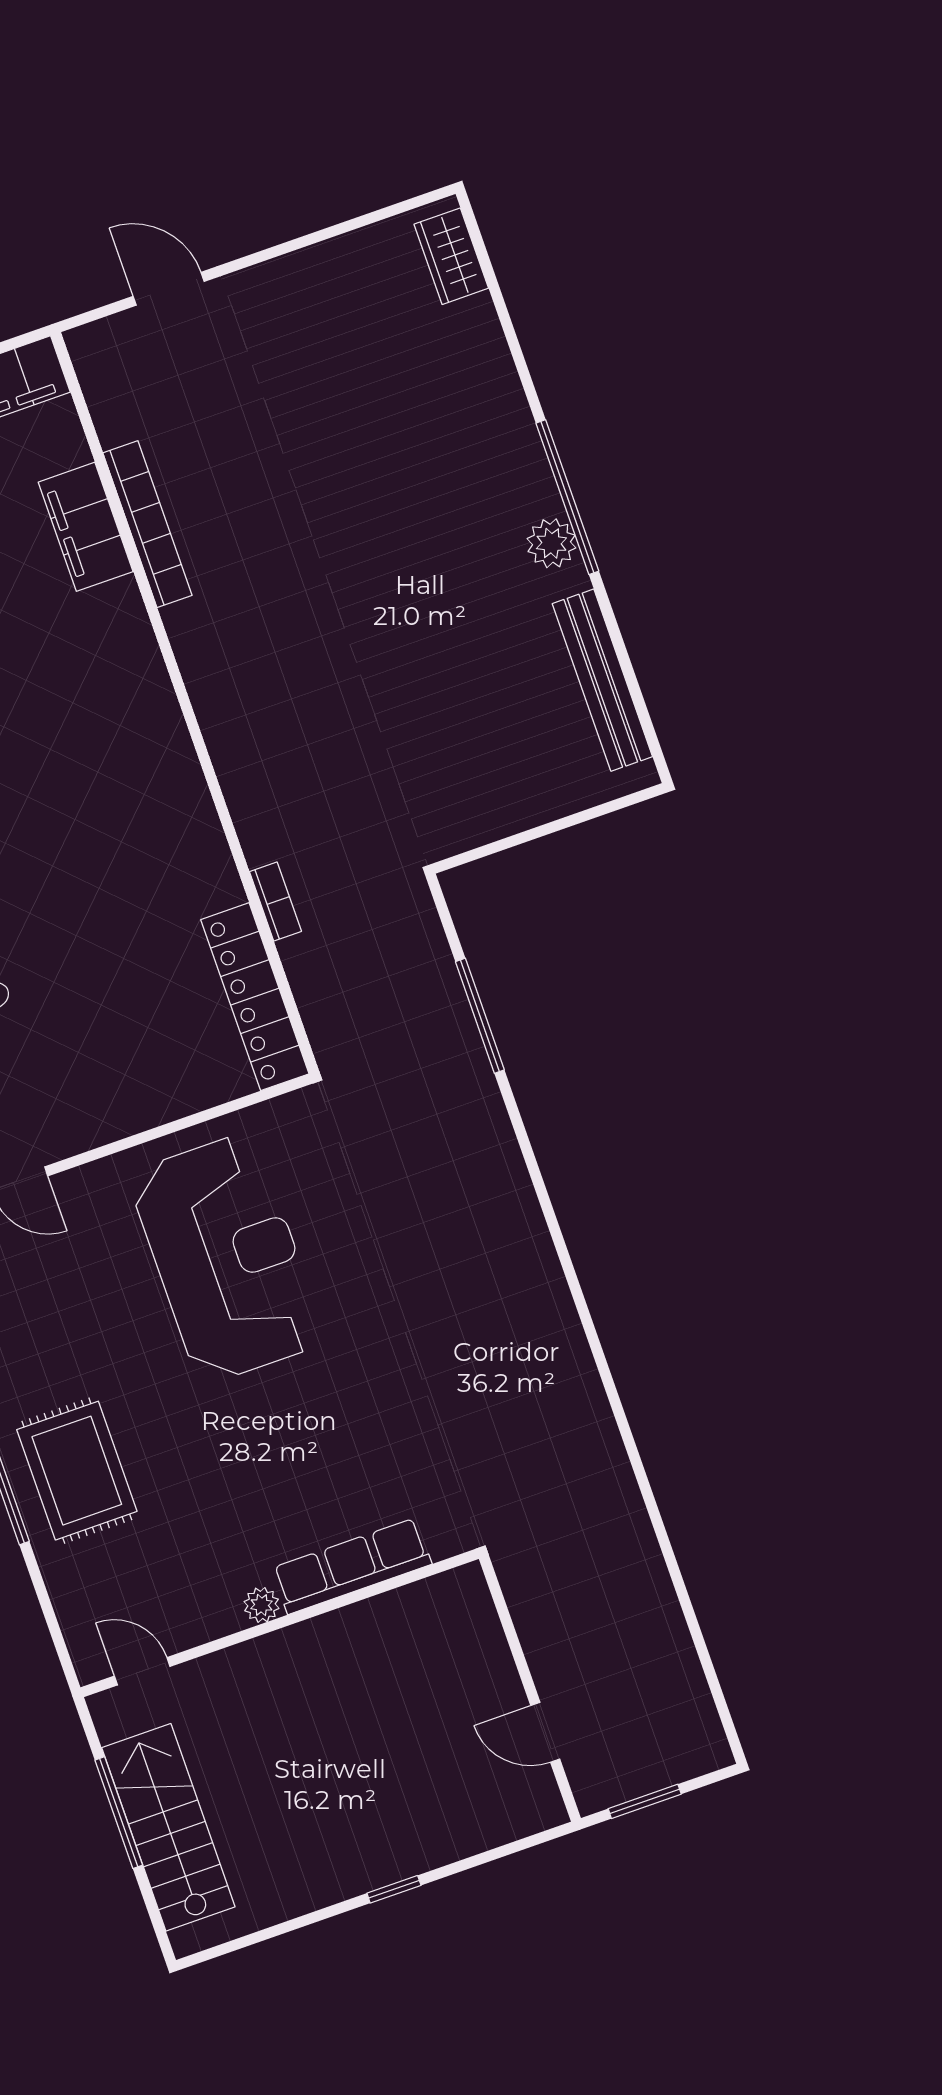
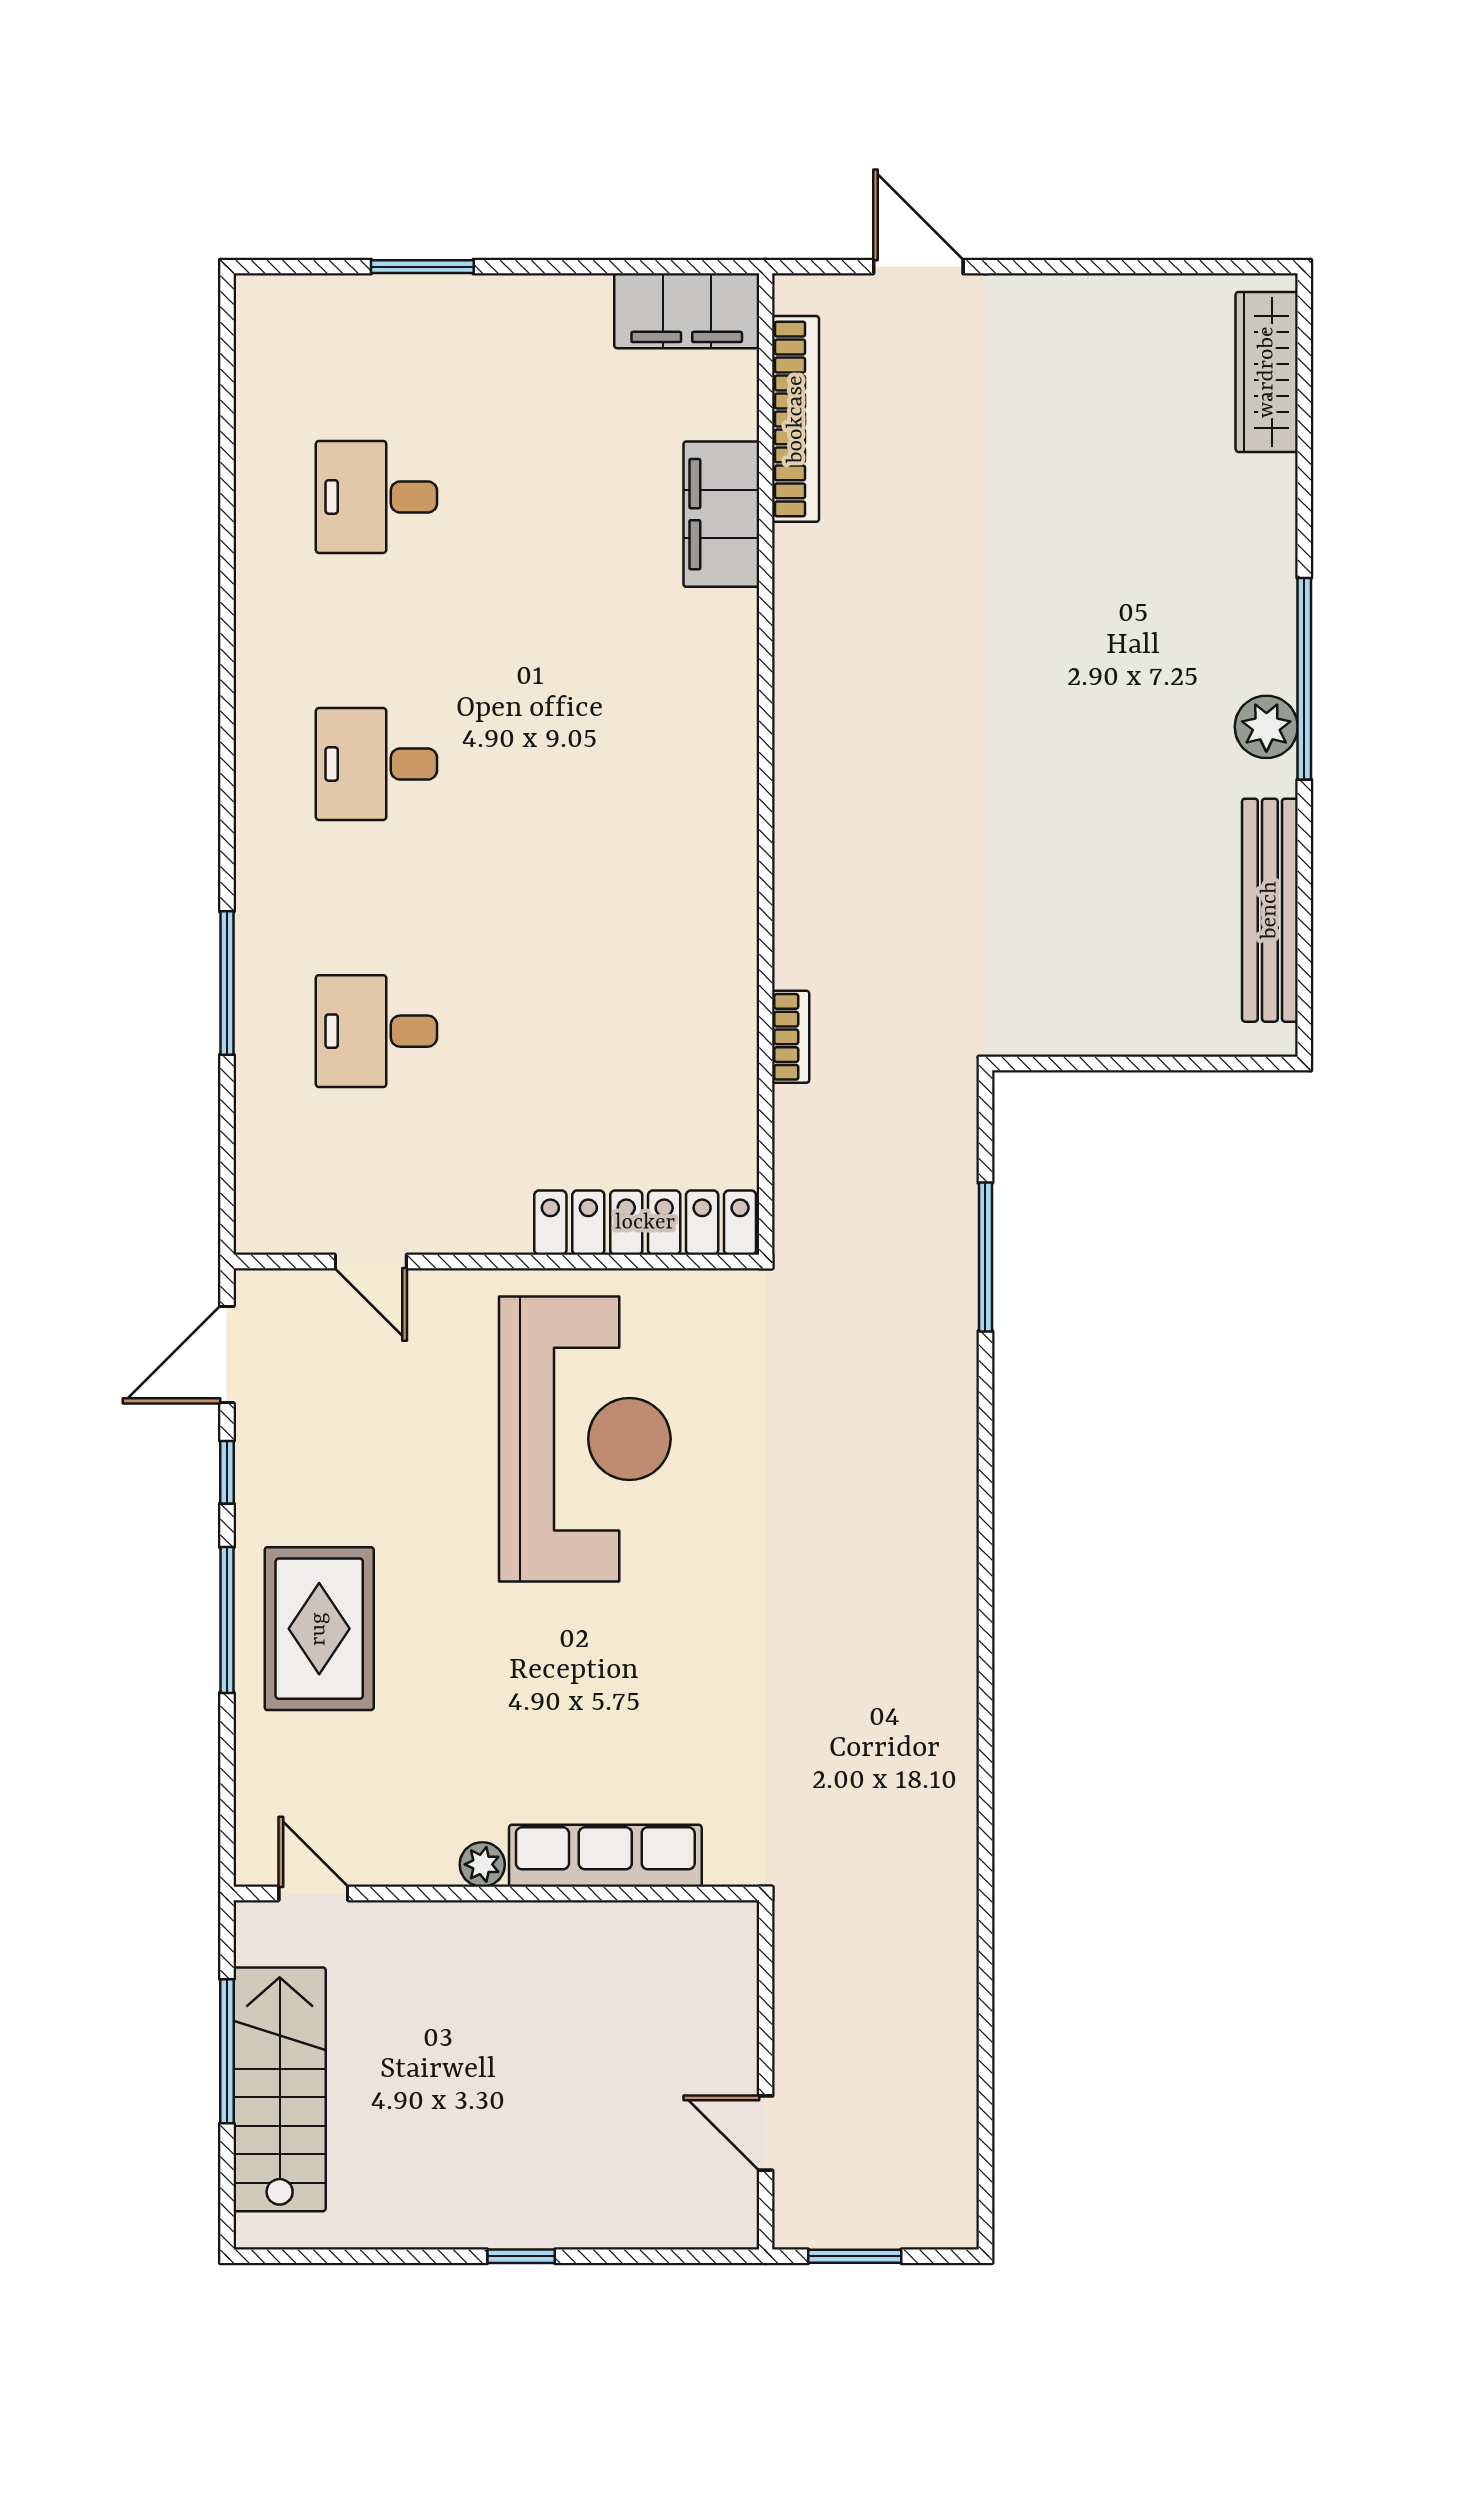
wardrobe: (451, 256) -> (1267, 372), width x1.50
bookcase: (147, 524) -> (796, 419), moved
locker: (255, 997) -> (645, 1223), moved, turned 90

